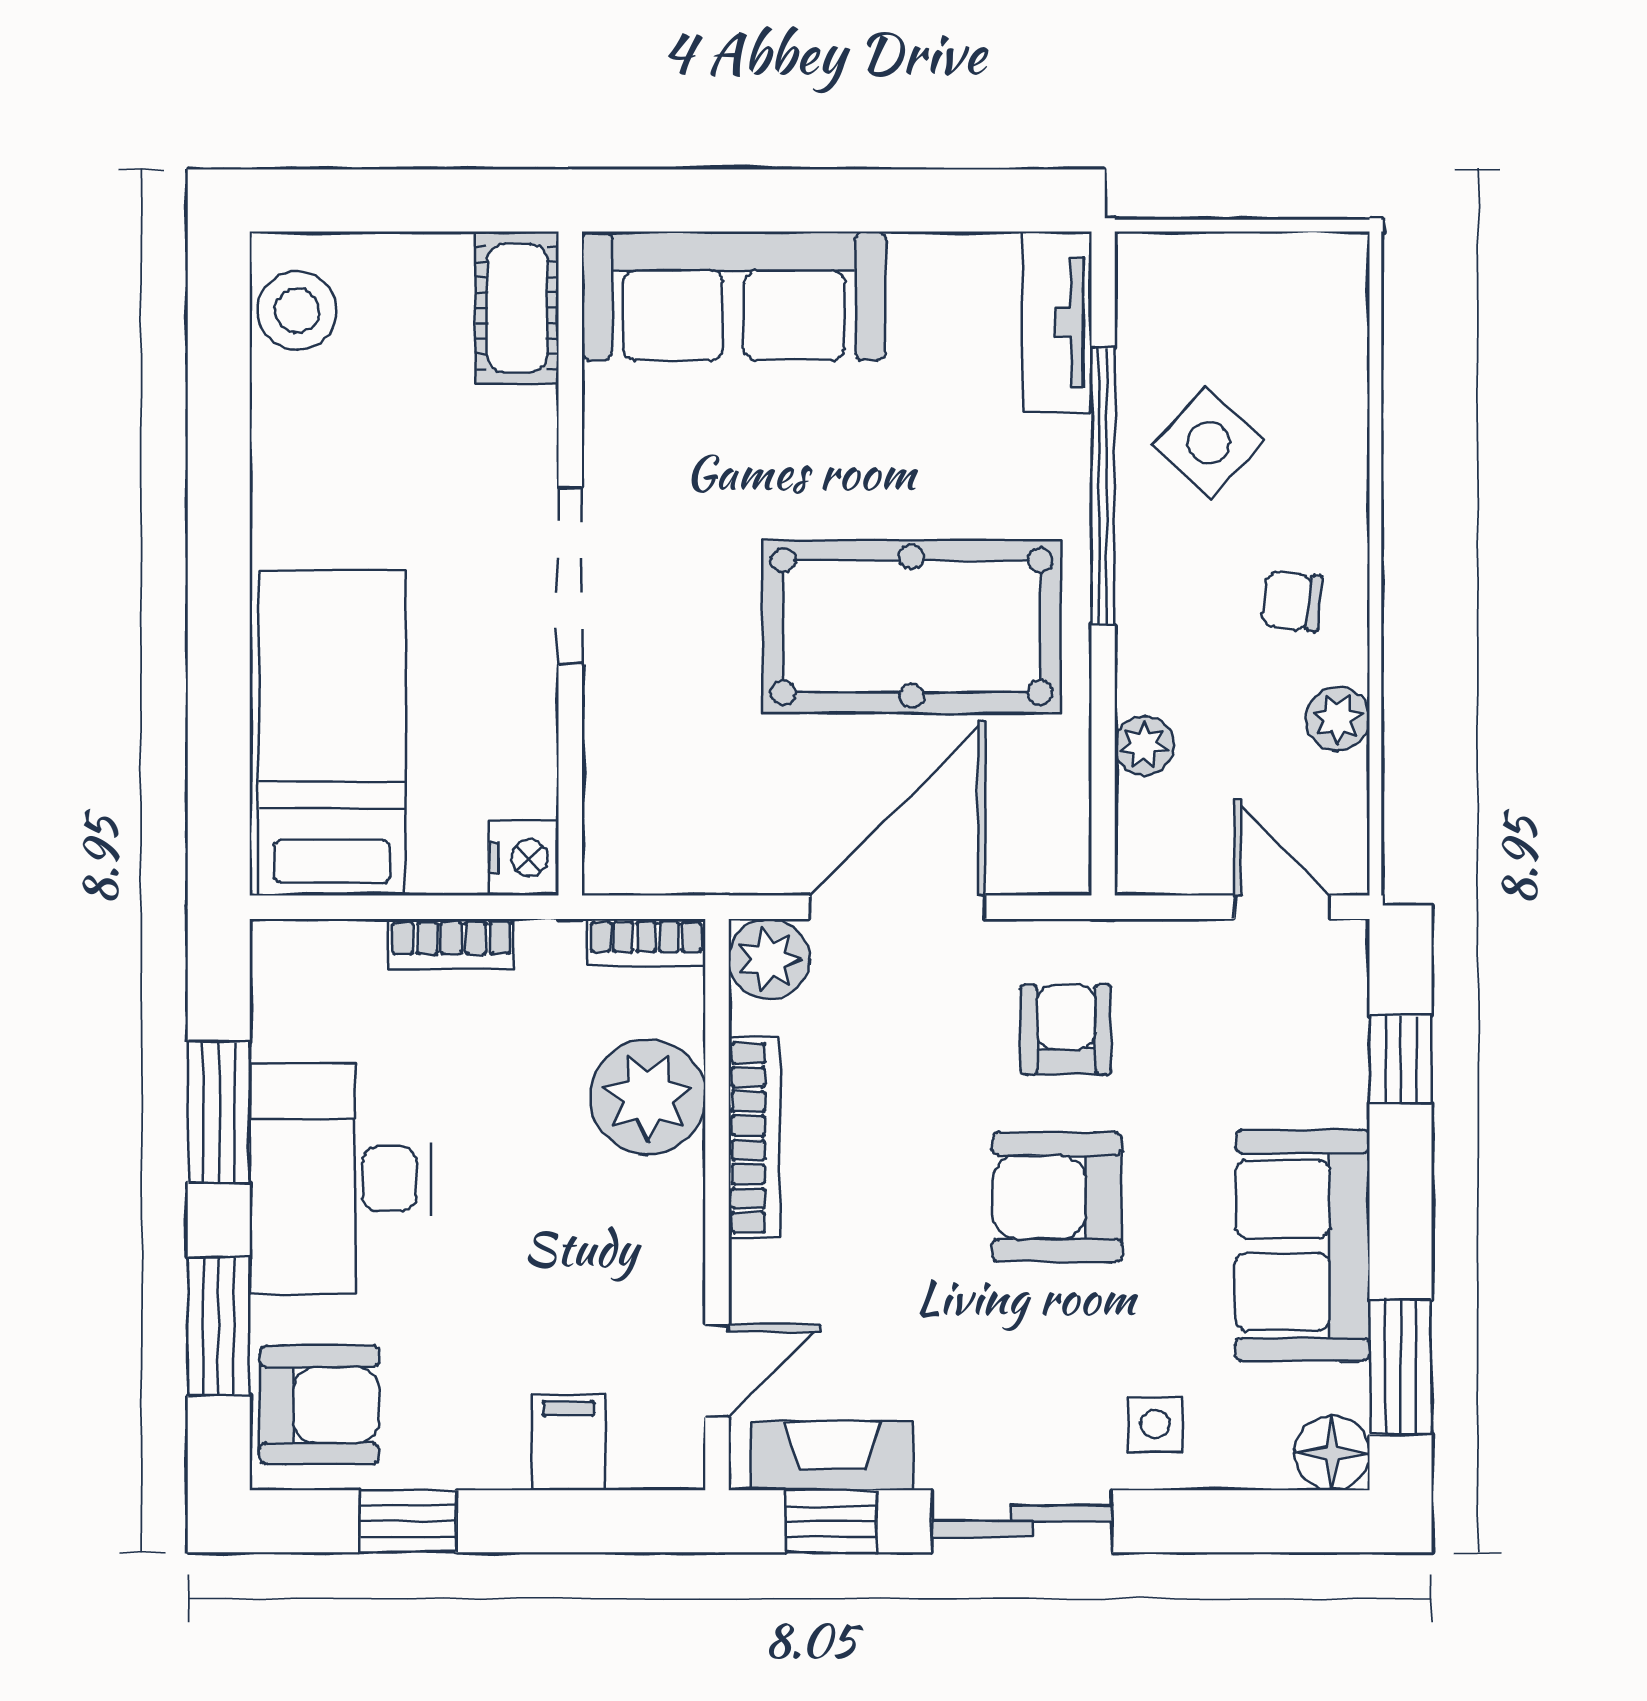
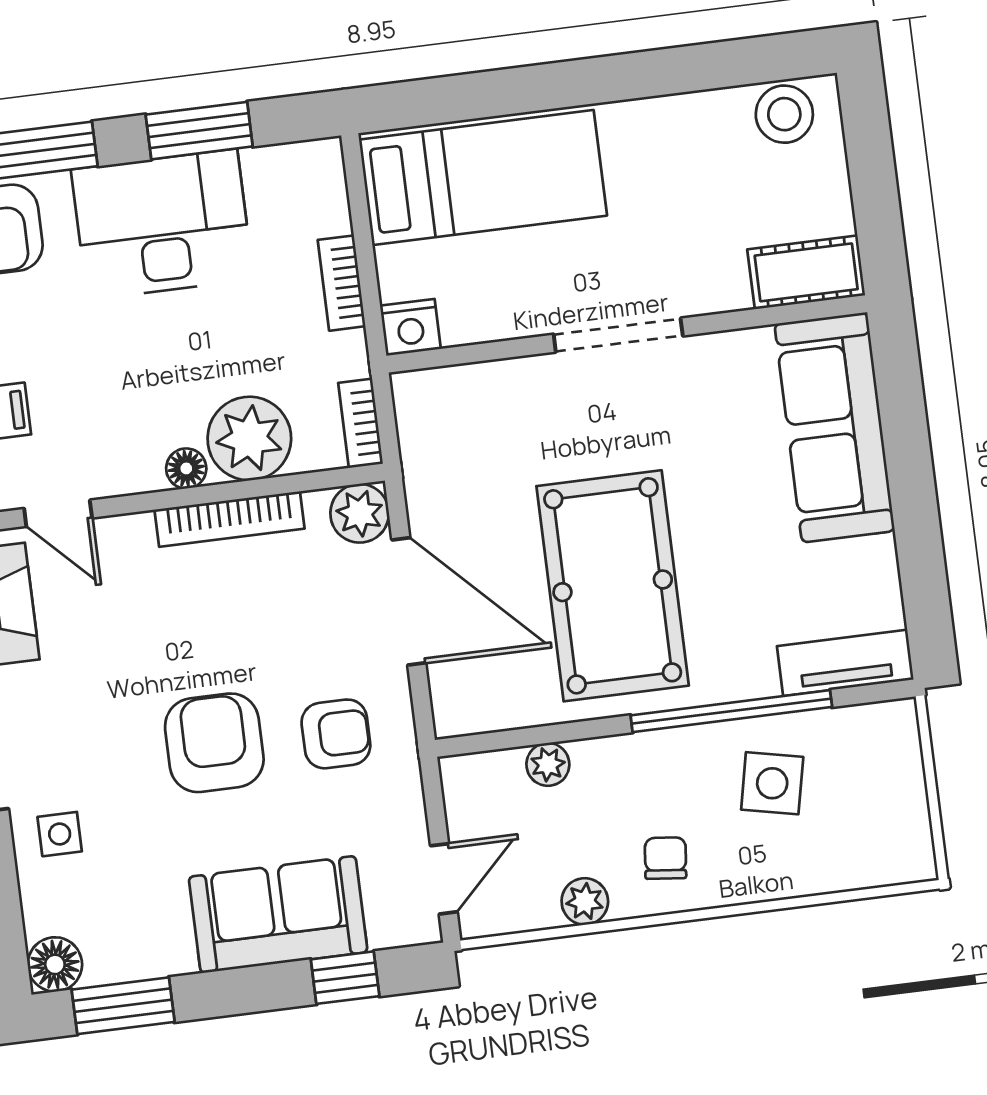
side table: (1209, 443) -> (772, 783), turned -30
floor lamp: (678, 1188) -> (186, 468), added
sofa: (1303, 1245) -> (278, 915), moved

